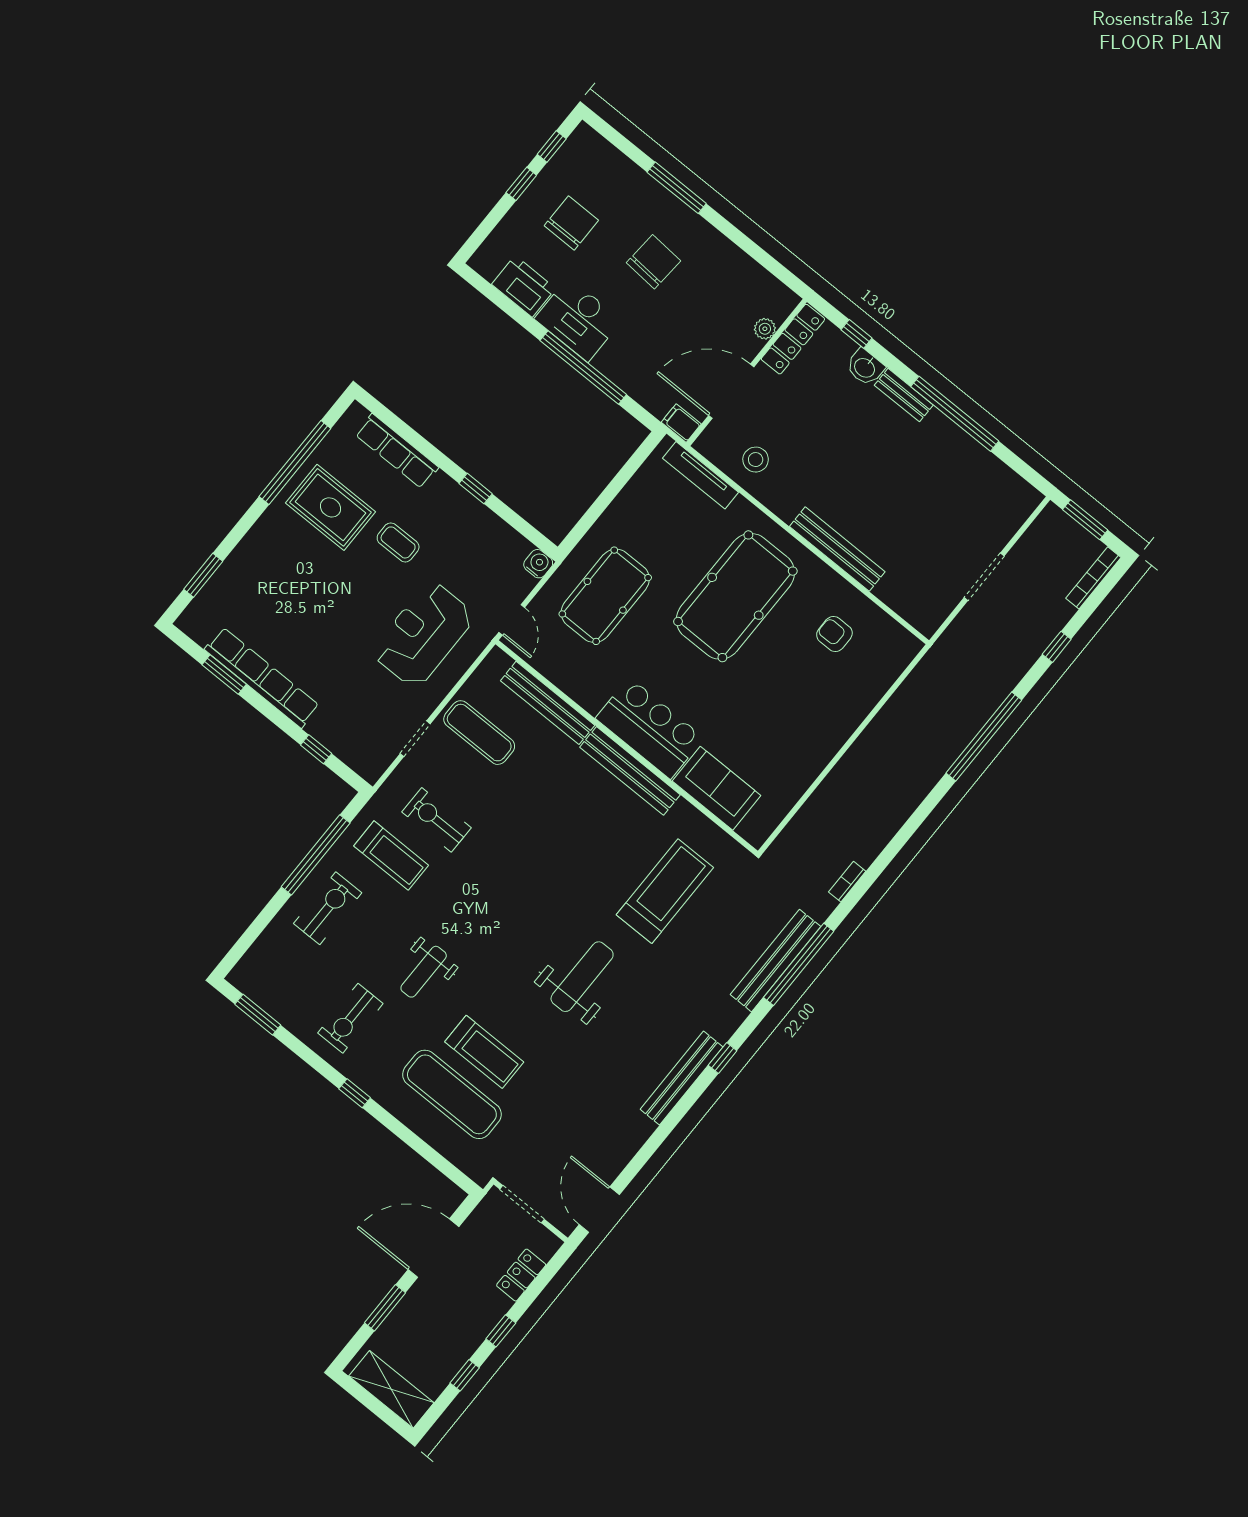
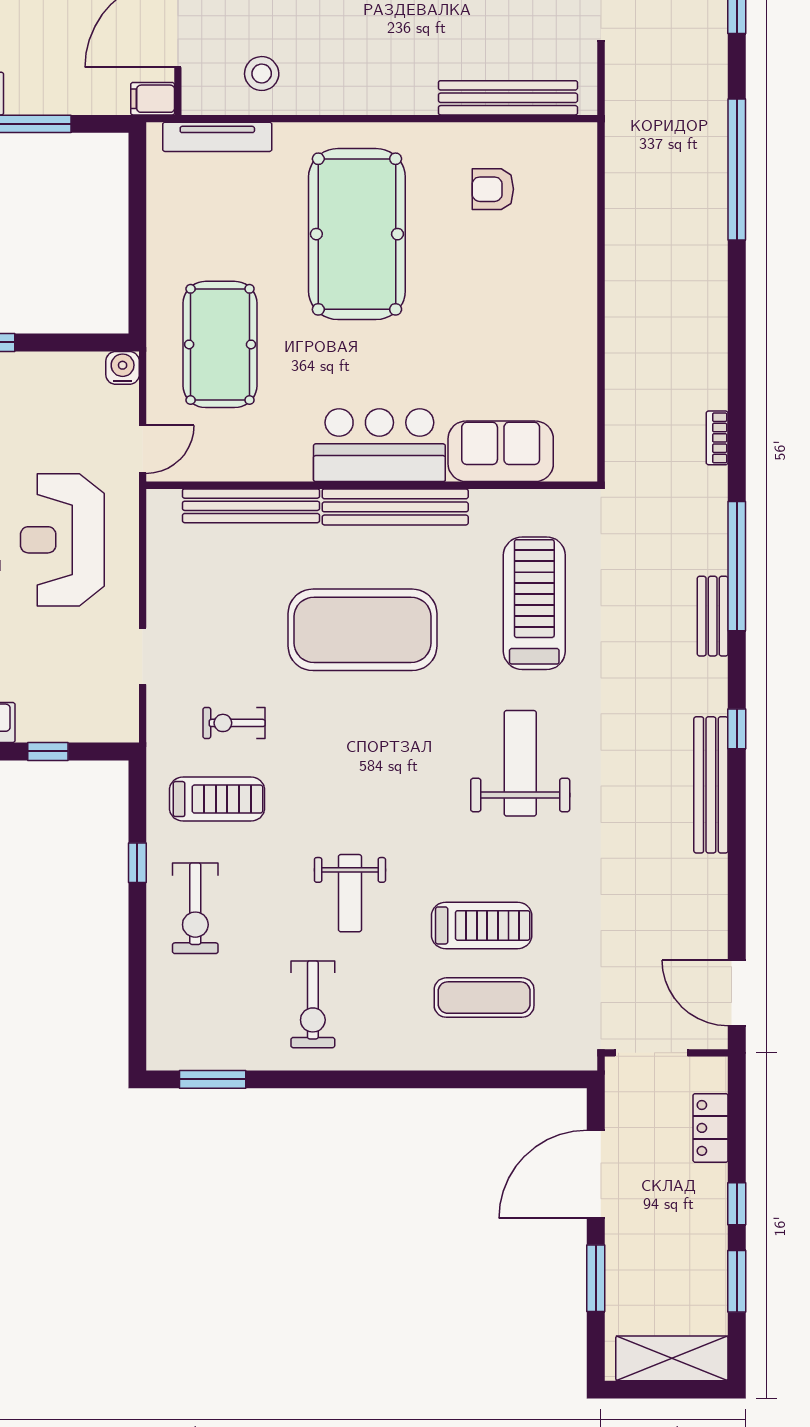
bench: (837, 549) -> (508, 98), moved
door: (512, 620) -> (143, 449), hinge flipped
exercise mat: (479, 733) -> (363, 630), moved, width x2.00, depth x1.45
exercise bike: (436, 820) -> (234, 723), width x0.73, depth x0.72
window: (316, 855) -> (137, 863), width x0.32
exercise bike: (328, 908) -> (195, 908), turned 180
bench: (776, 961) -> (713, 616), width x0.54, depth x0.82
window: (355, 1093) -> (381, 1079), removed
exercise mat: (452, 1094) -> (484, 998), width x0.73, depth x0.69
window: (465, 1375) -> (737, 1281), width x1.50

